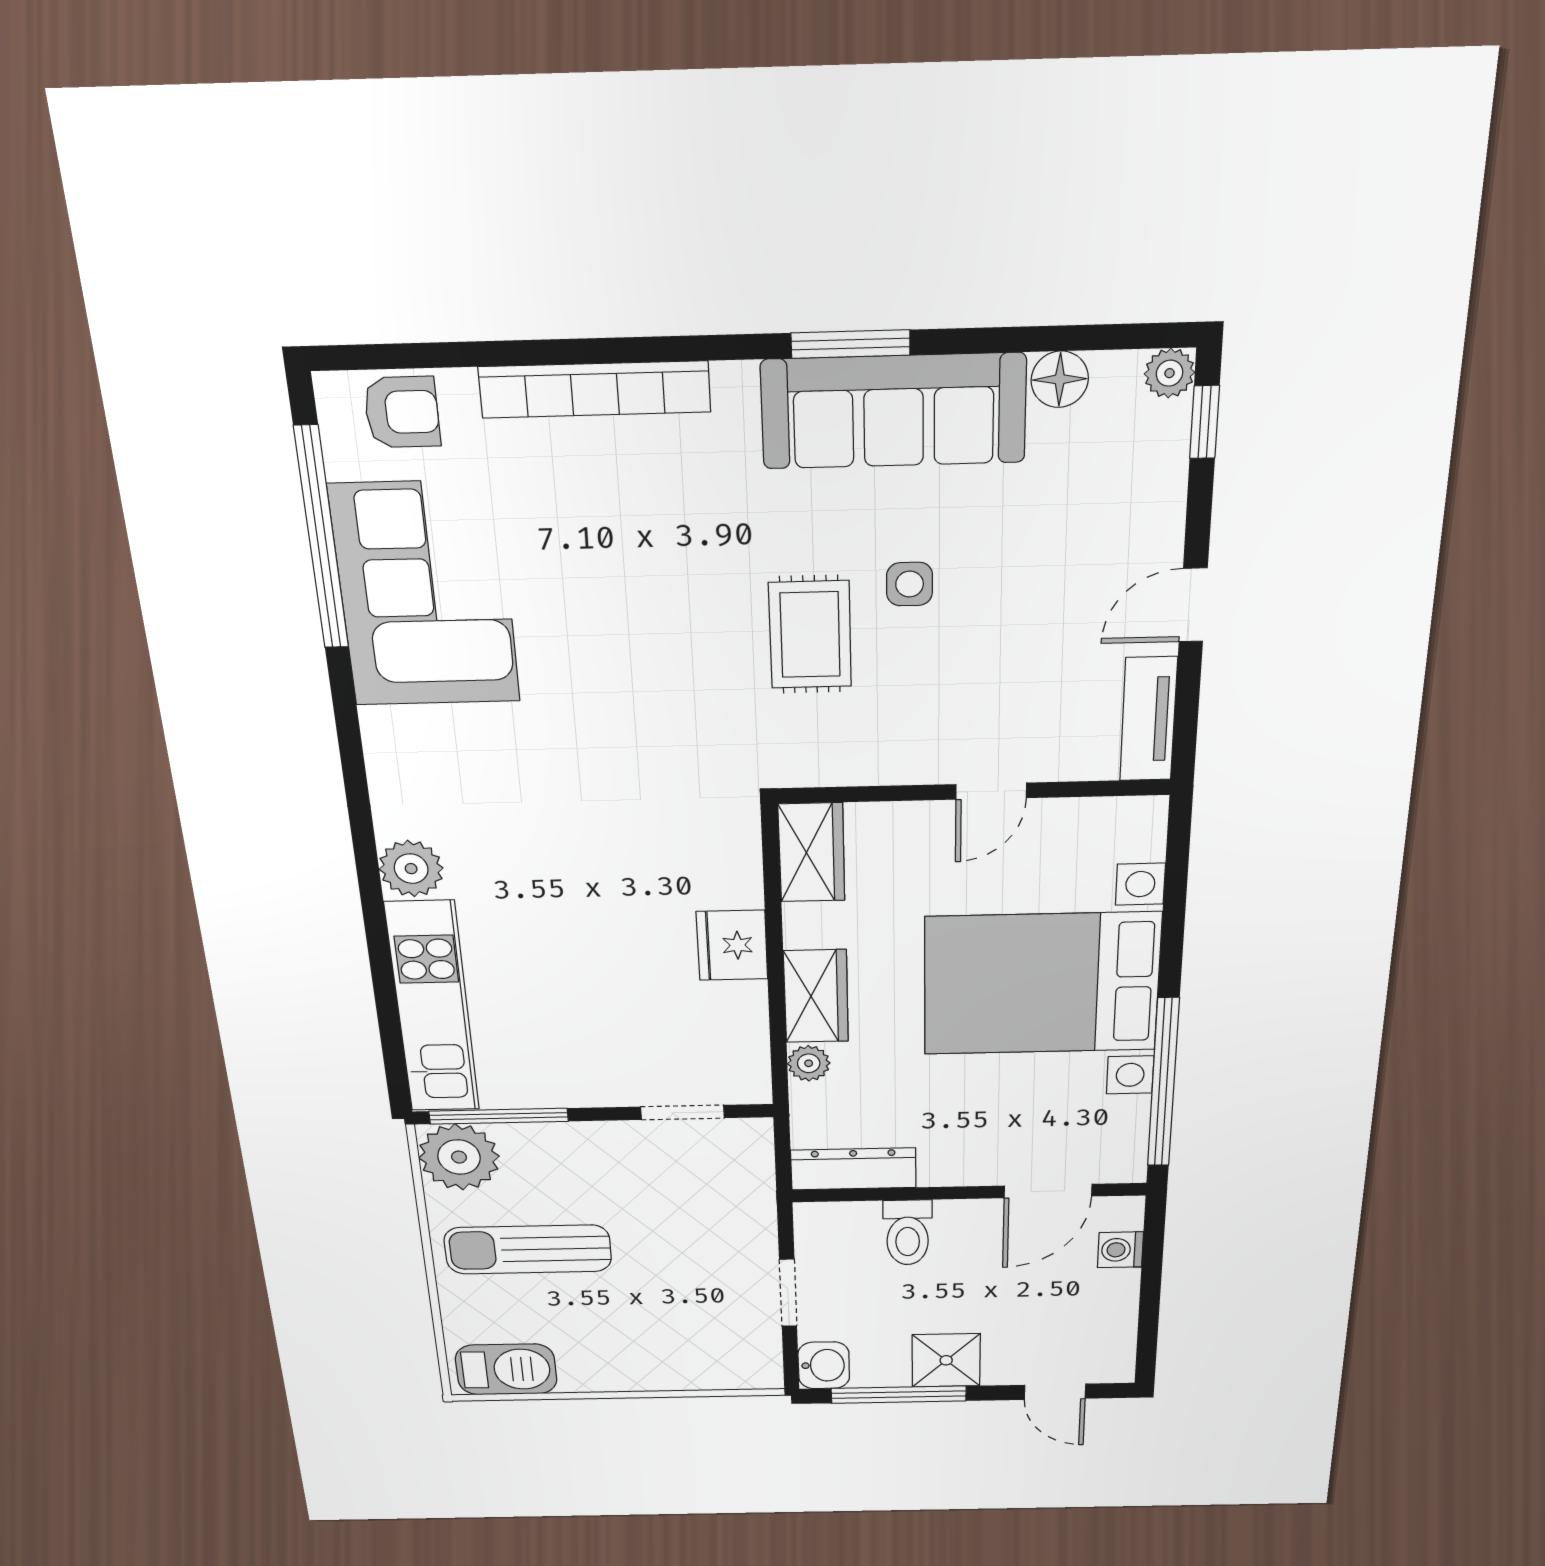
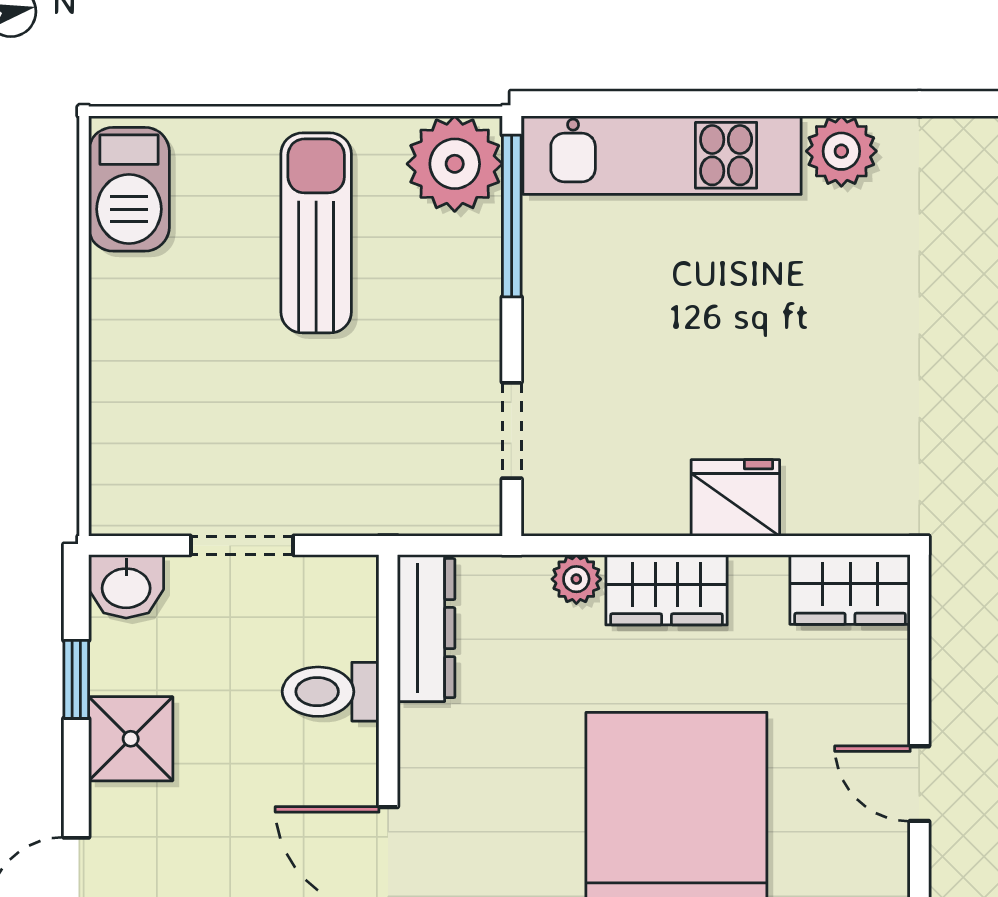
window: (899, 1395) -> (76, 679), width x0.46

